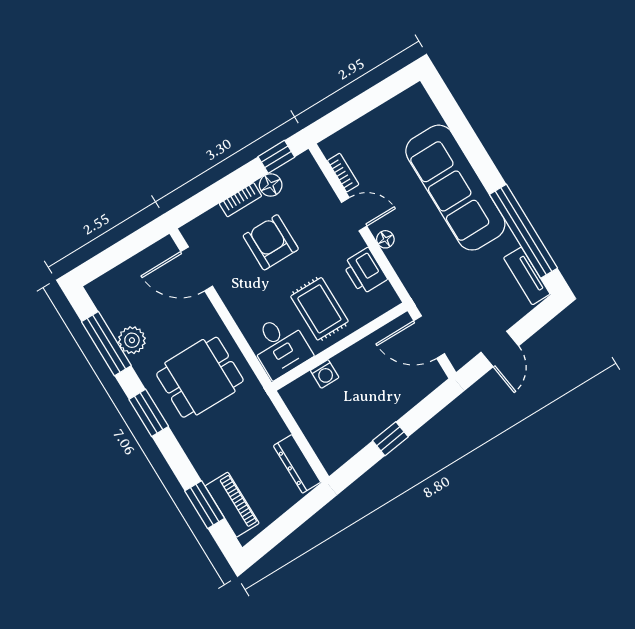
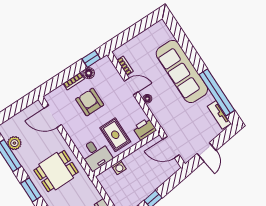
printer: (365, 271) -> (145, 129), moved, turned 90
plant: (132, 340) -> (14, 143), moved

